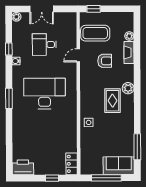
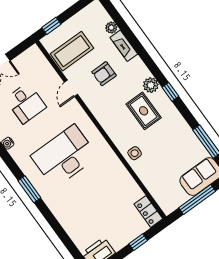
desk: (44, 45) -> (26, 103), turned -90
armchair: (105, 61) -> (104, 74), turned 180
window: (137, 101) -> (170, 92), added

